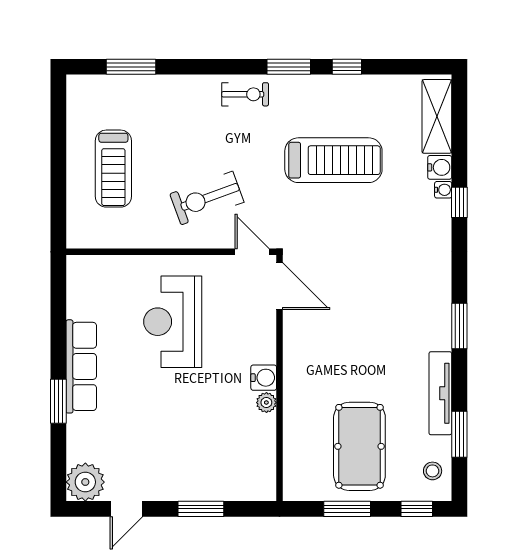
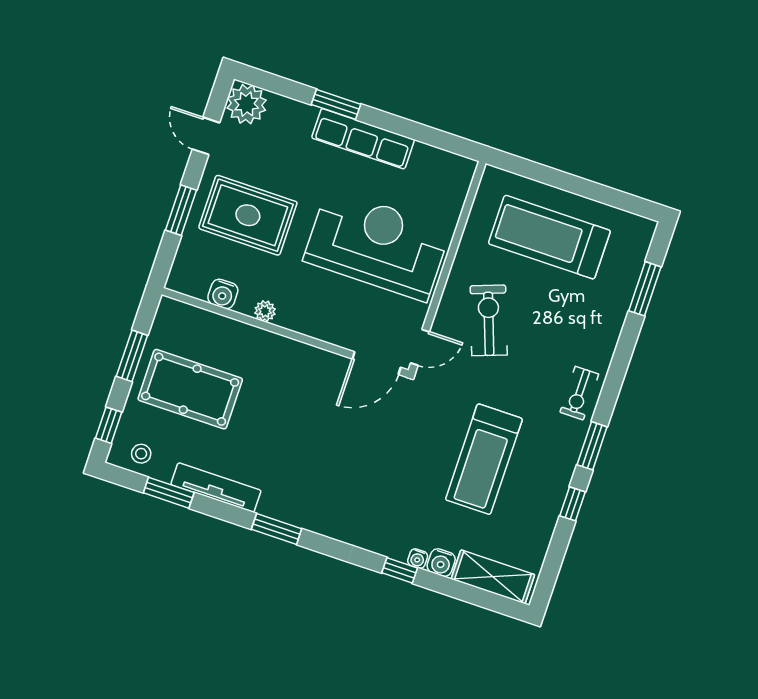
treadmill: (113, 169) -> (549, 237), width x1.37, depth x1.38
reception desk: (173, 322) -> (377, 245), width x1.36, depth x1.30
water cooler: (264, 378) -> (223, 294), moved
rug: (185, 447) -> (248, 215), added

